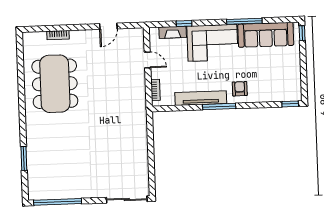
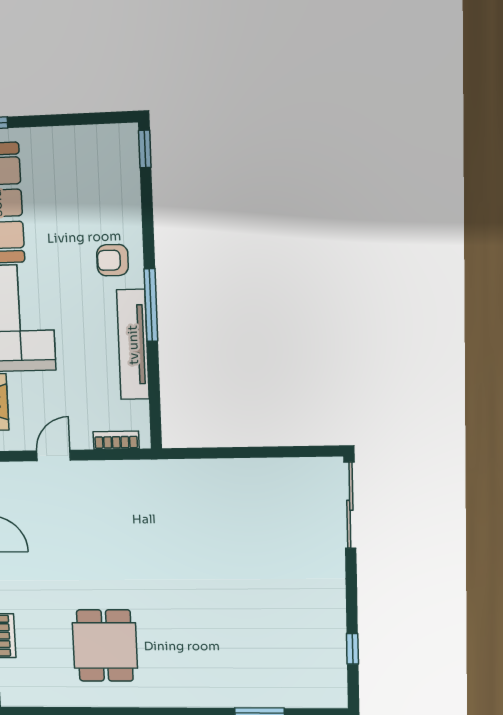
dining table: (55, 84) -> (105, 645), width x0.53, depth x0.80
window: (58, 202) -> (352, 649), width x0.32

